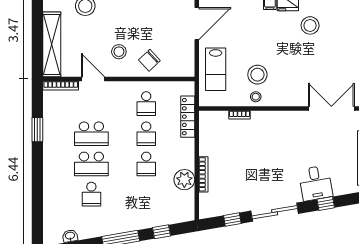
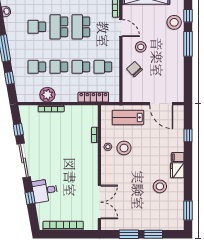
door: (93, 79) -> (121, 28), hinge flipped
school desk: (146, 194) -> (37, 67), added

